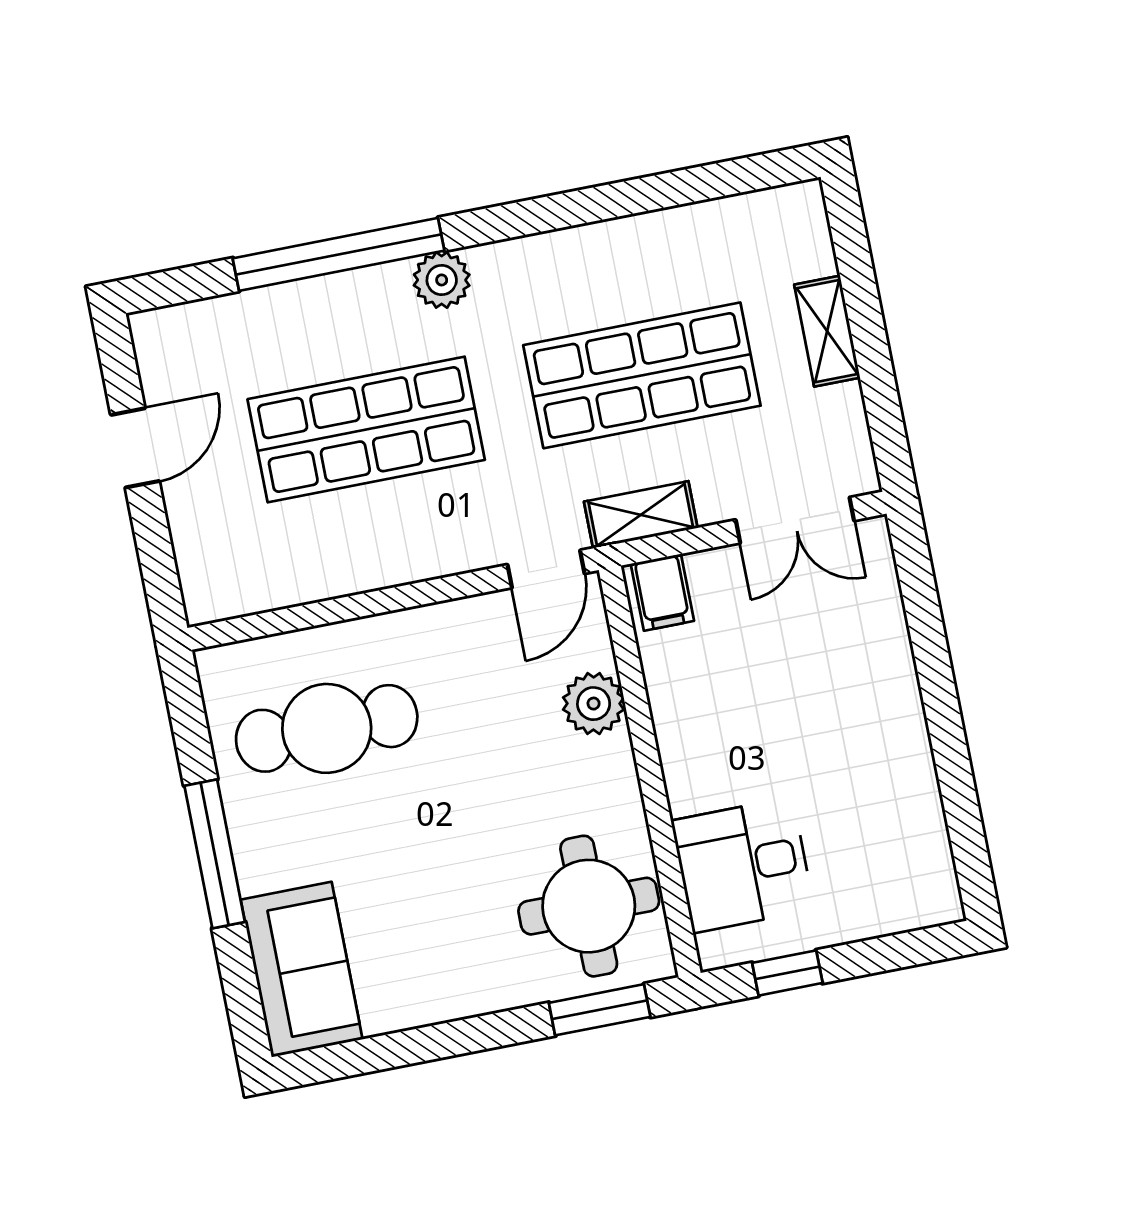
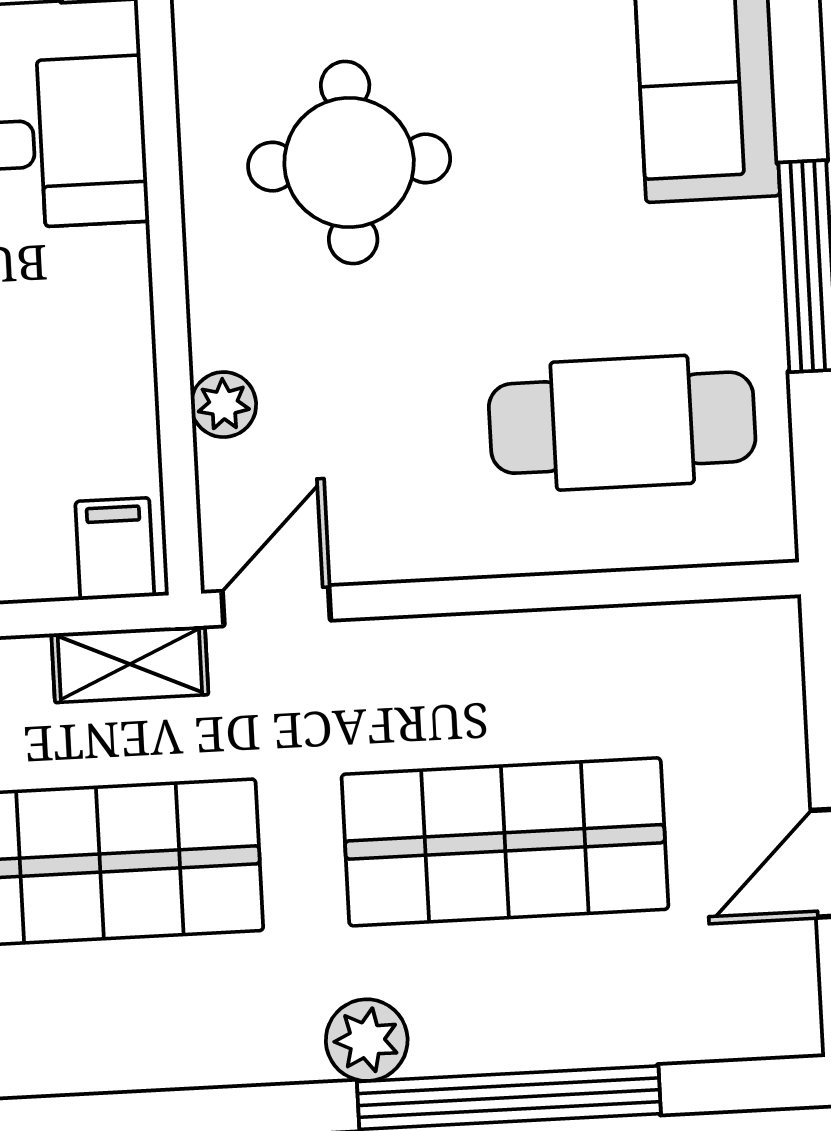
plant: (594, 704) -> (224, 405), width x0.73, depth x0.73
round table: (589, 906) -> (349, 162), moved

